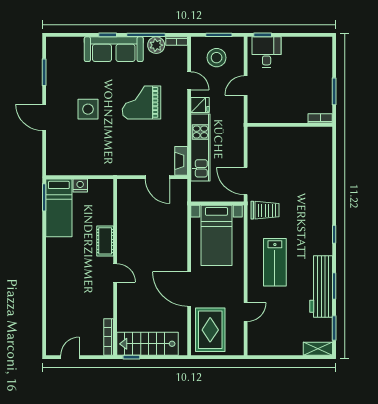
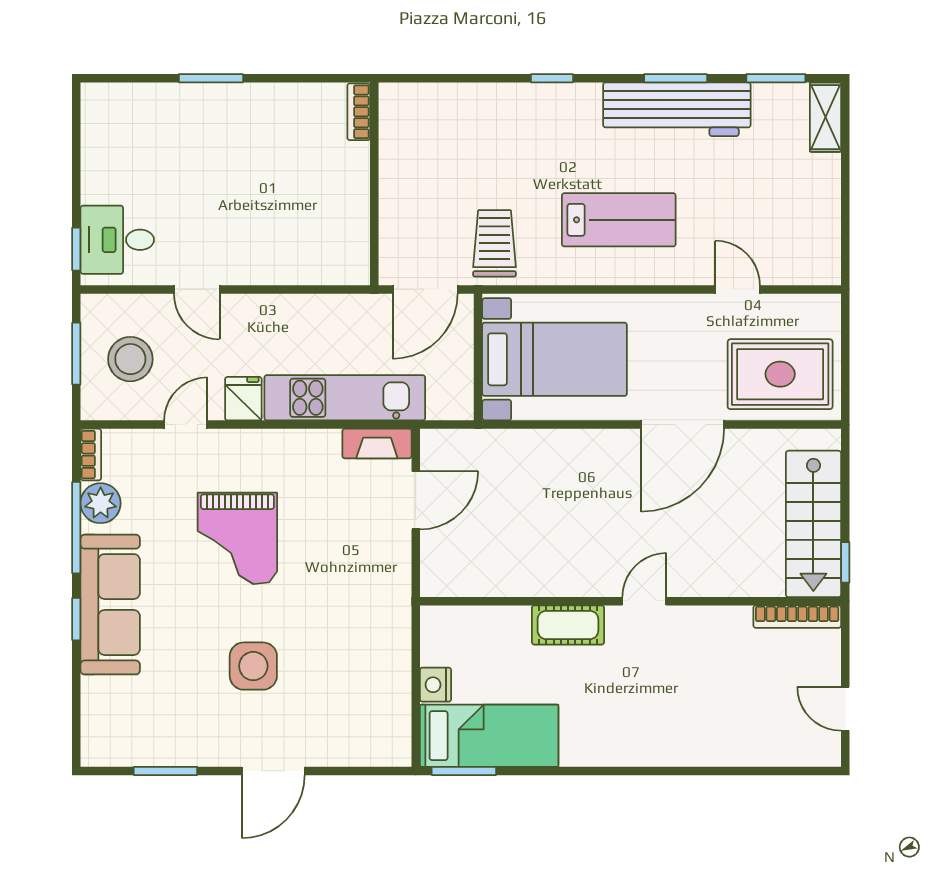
bookcase: (320, 118) -> (359, 112), moved
wall: (290, 125) -> (374, 184), moved

